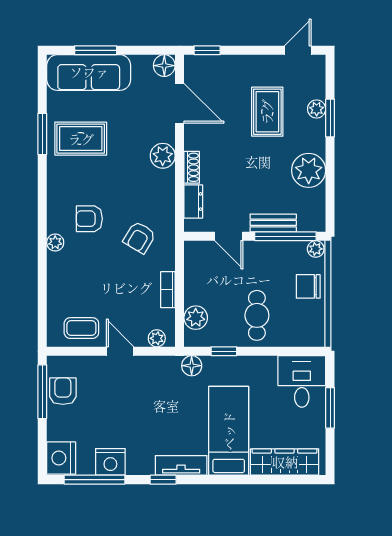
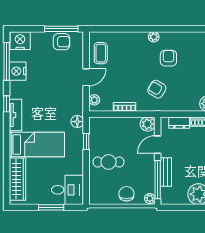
plant: (196, 318) -> (148, 124), moved

